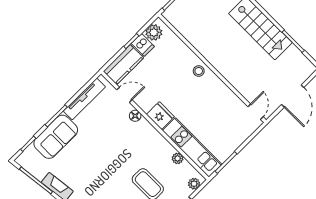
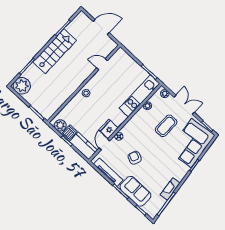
door: (256, 112) -> (102, 64), moved
fridge: (160, 116) -> (109, 129), moved
armchair: (104, 137) -> (135, 158), added

